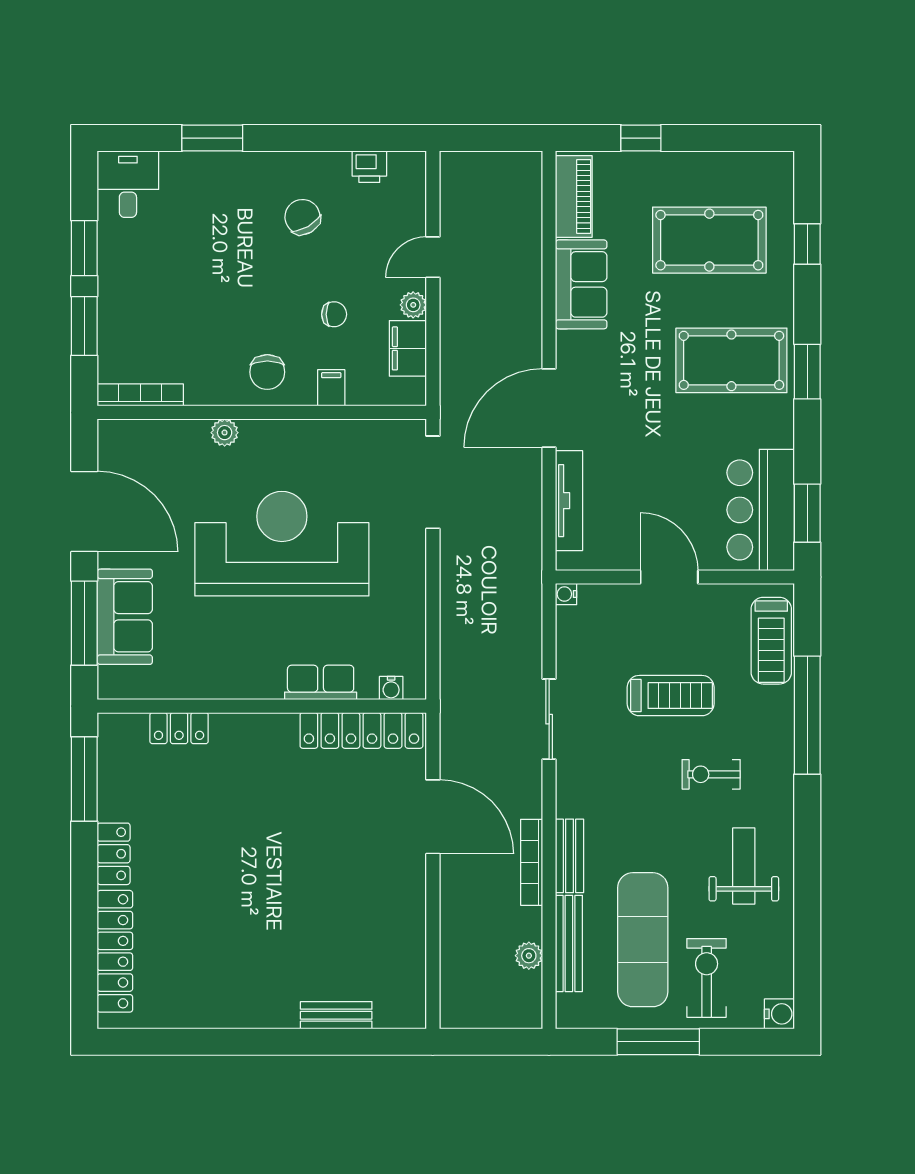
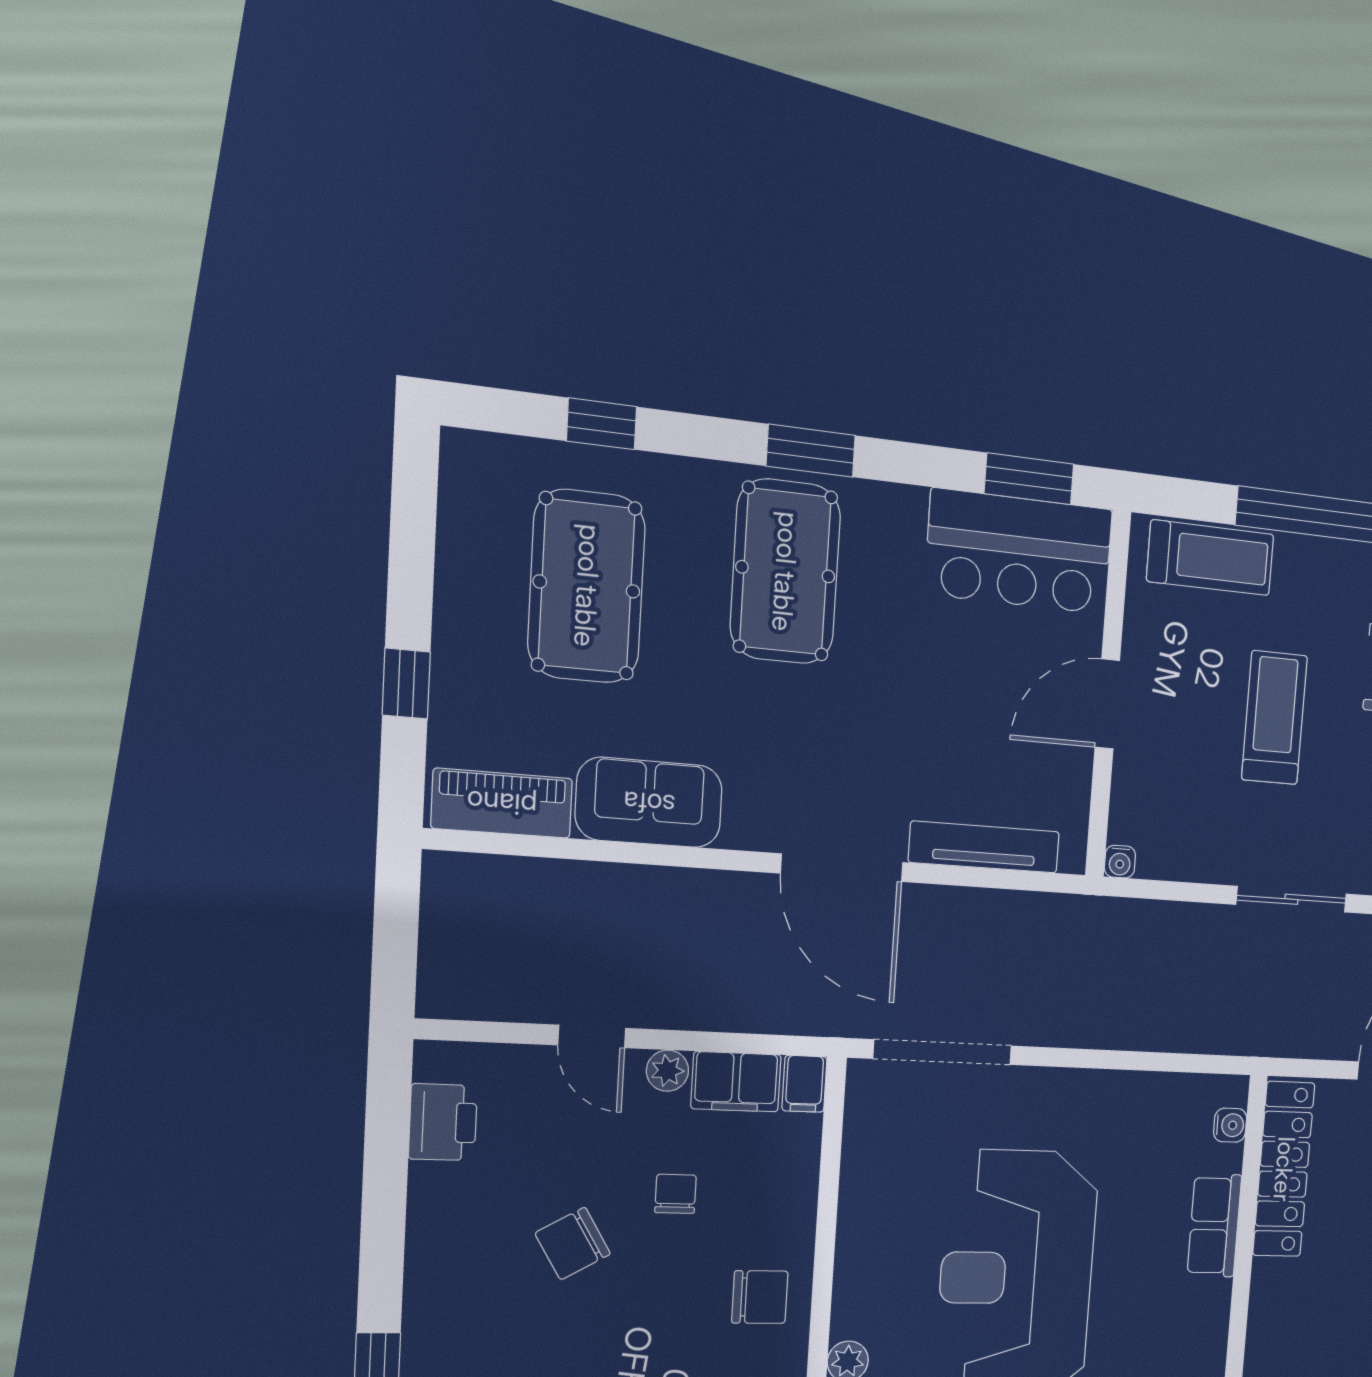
printer: (369, 167) -> (443, 1122), width x1.36, depth x1.24
chair: (302, 217) -> (573, 1244), moved
filing cabinet: (331, 388) -> (804, 1084), moved, turned -90

